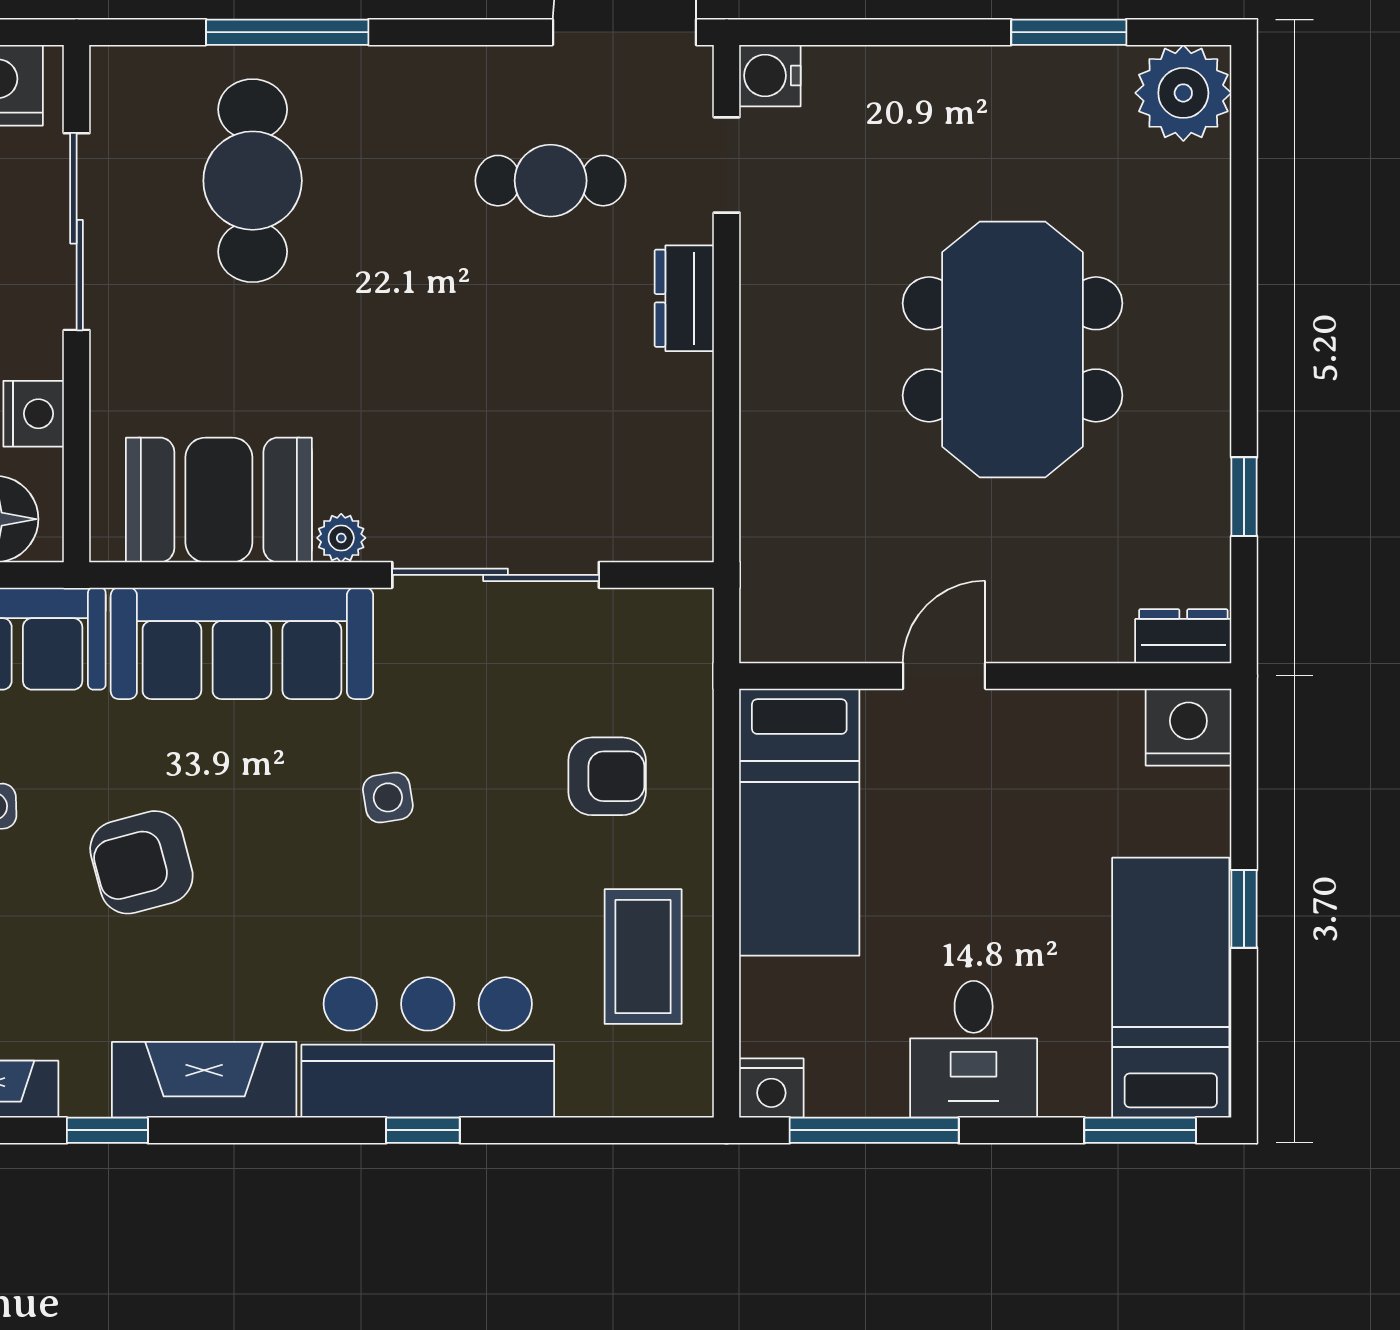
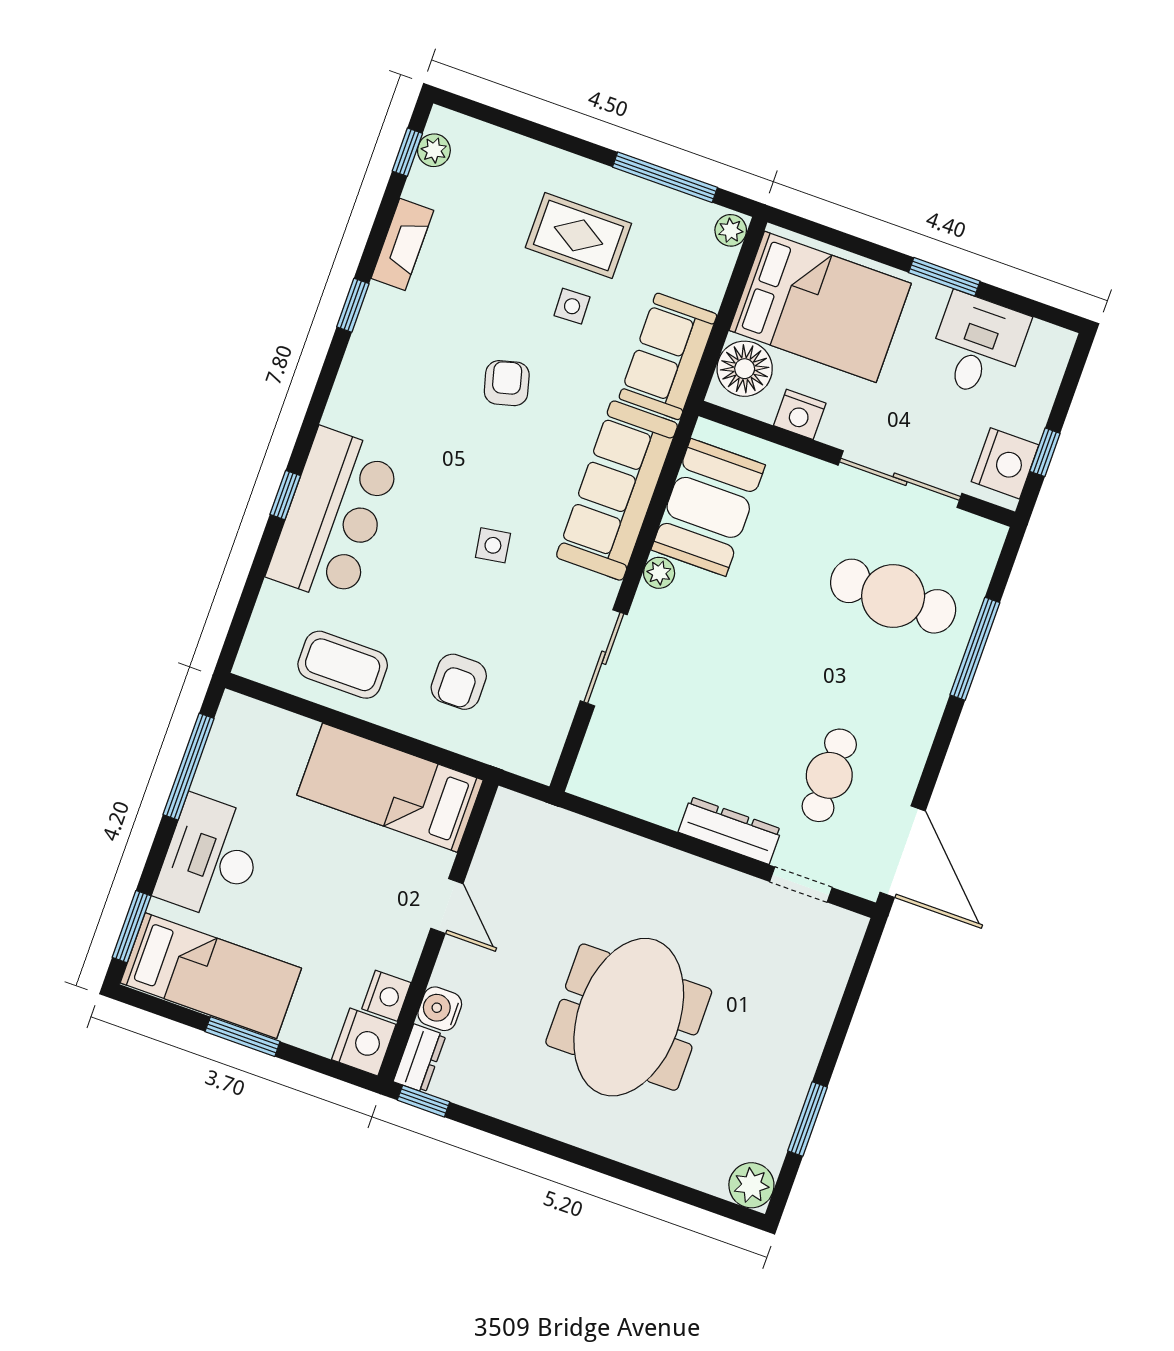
water cooler: (770, 76) -> (440, 1009), moved, turned -90
plant: (1183, 93) -> (751, 1185), width x0.73, depth x0.73
dresser: (684, 298) -> (730, 831), width x1.44
meeting table: (1013, 349) -> (629, 1017), turned 90
window: (1244, 497) -> (424, 1101), moved
sliding door: (496, 575) -> (604, 658), width x0.73
armchair: (141, 862) -> (507, 383), width x0.72, depth x0.72
window: (1244, 909) -> (243, 1037), width x1.50
desk: (974, 1049) -> (211, 858), width x1.37
fireplace: (204, 1080) -> (363, 374), removed
nightstand: (771, 1088) -> (386, 996), moved, turned 180

